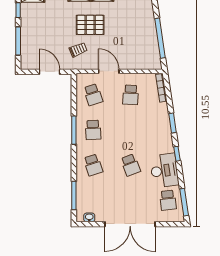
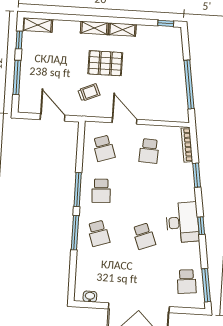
window: (173, 123) -> (197, 175), moved
desk: (164, 171) -> (182, 222), moved
window: (74, 195) -> (75, 233), moved

